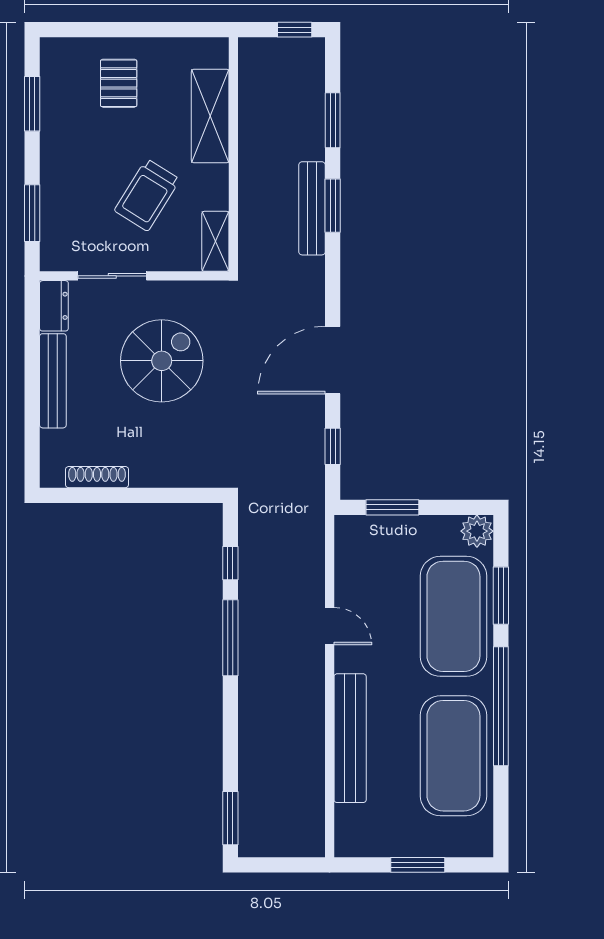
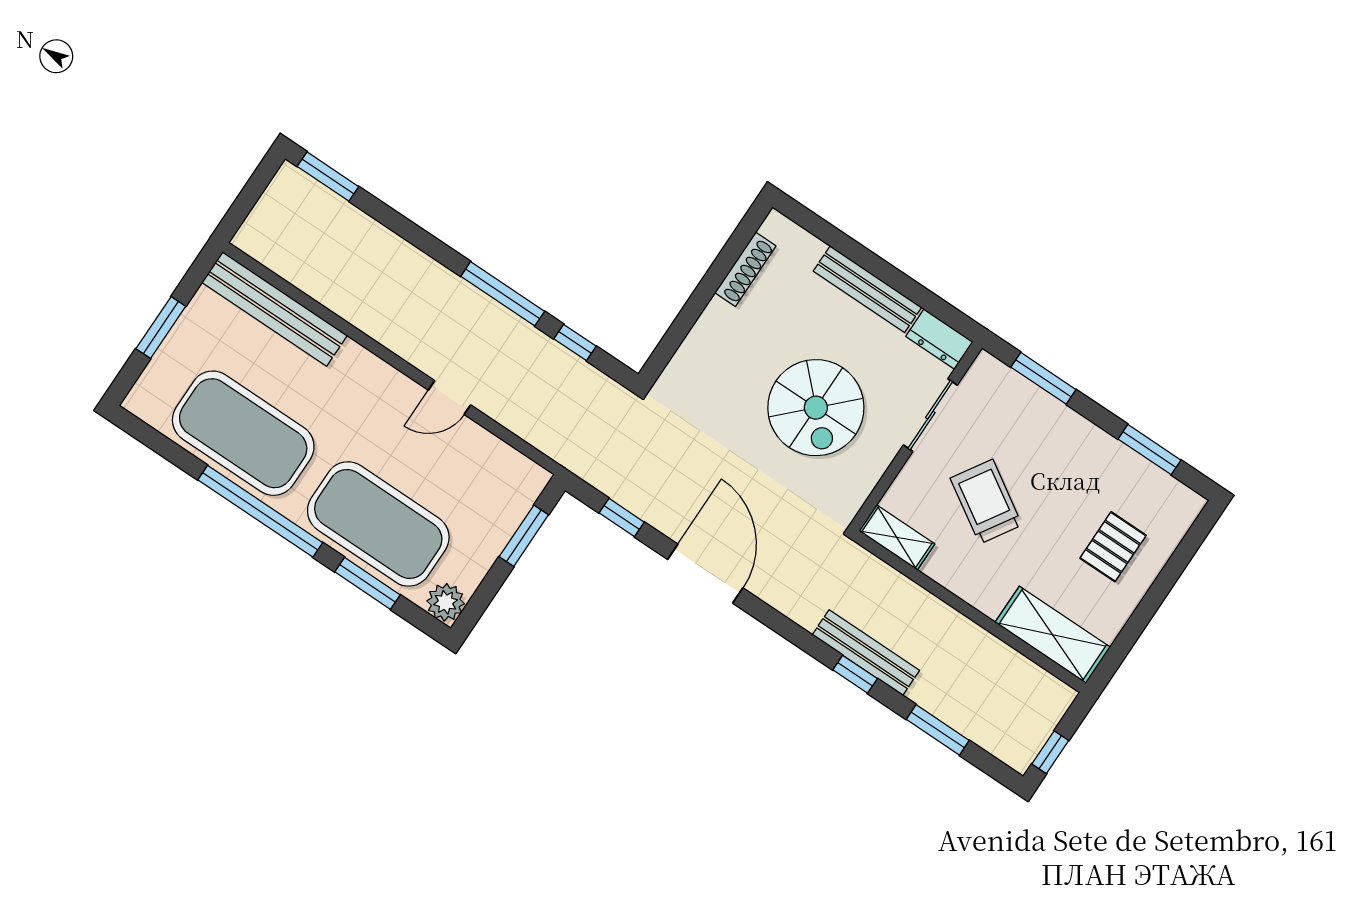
pallet: (119, 83) -> (1113, 547), turned 90
shelving: (210, 116) -> (1053, 635), moved
window: (333, 206) -> (855, 674), width x0.67
bench: (350, 738) -> (275, 309), moved

